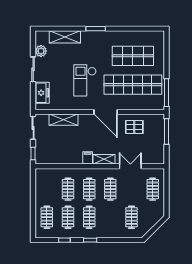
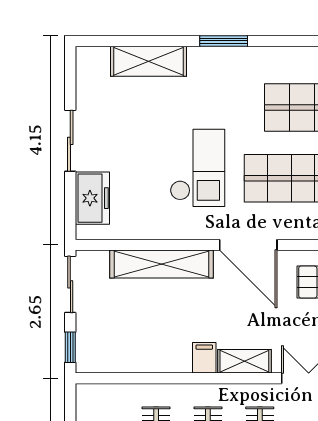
plant: (41, 51) -> (90, 96), removed
checkout: (85, 80) -> (197, 168), turned 180
shelving: (64, 120) -> (162, 264), width x1.47

